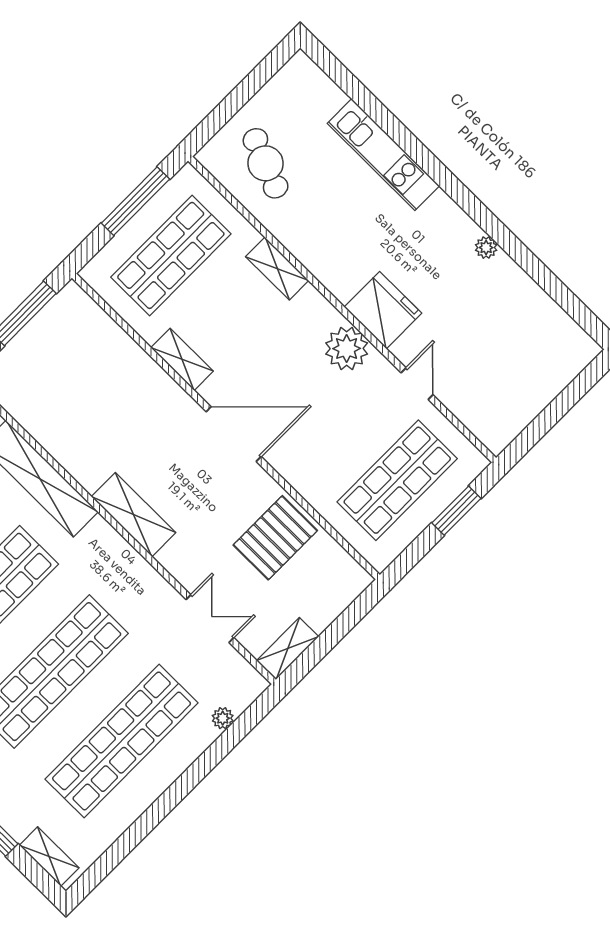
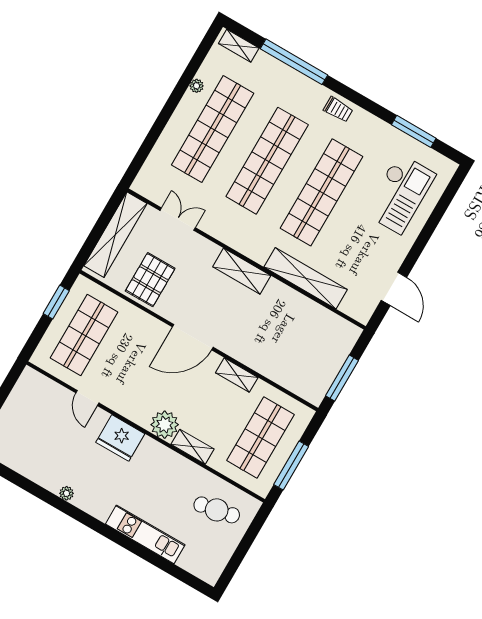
cafe table: (266, 163) -> (217, 510), turned -33
plant: (347, 349) -> (165, 425), moved
window: (456, 511) -> (56, 302), moved
double door: (210, 619) -> (178, 219), swing flipped
shelving: (288, 649) -> (115, 235), width x2.20, depth x1.33
plant: (223, 718) -> (197, 86), moved

